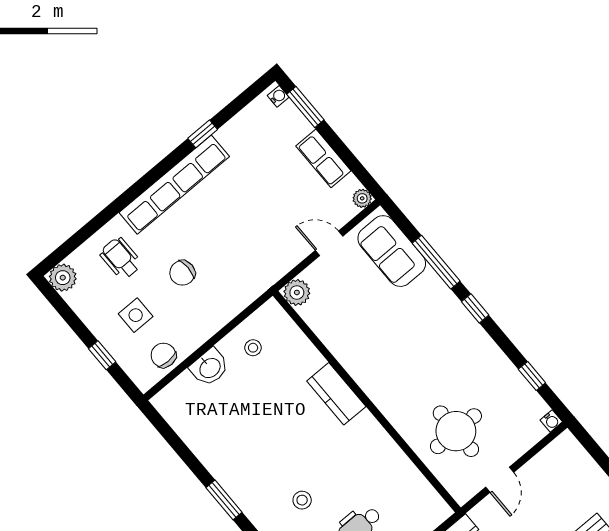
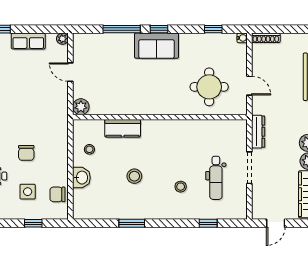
door: (329, 243) -> (70, 72), hinge flipped
sofa: (392, 251) -> (157, 46), moved
kitchen counter: (336, 394) -> (123, 128), moved
stool: (267, 432) -> (134, 176), added
shoe rack: (576, 450) -> (266, 38), added
window: (224, 500) -> (132, 223), moved

